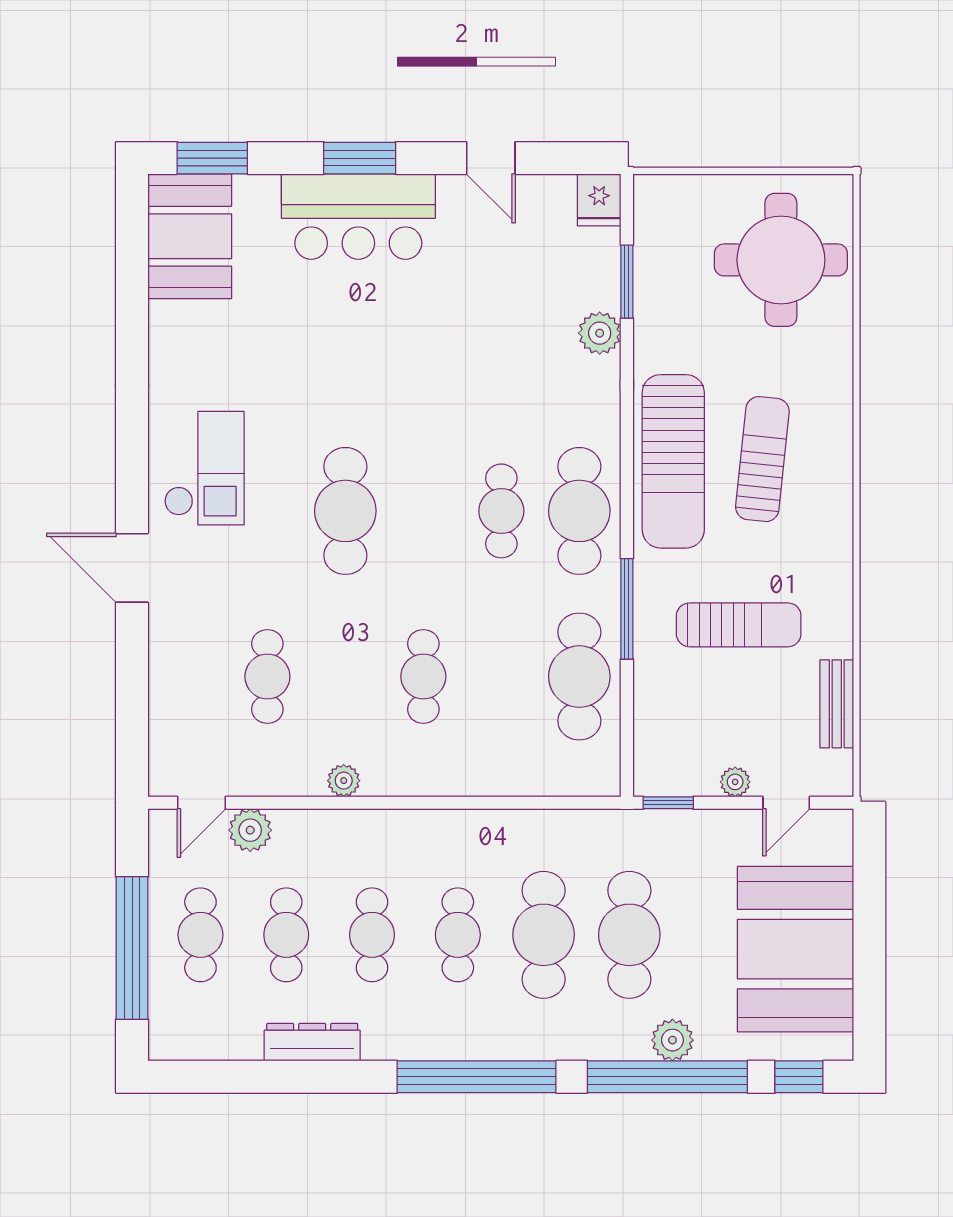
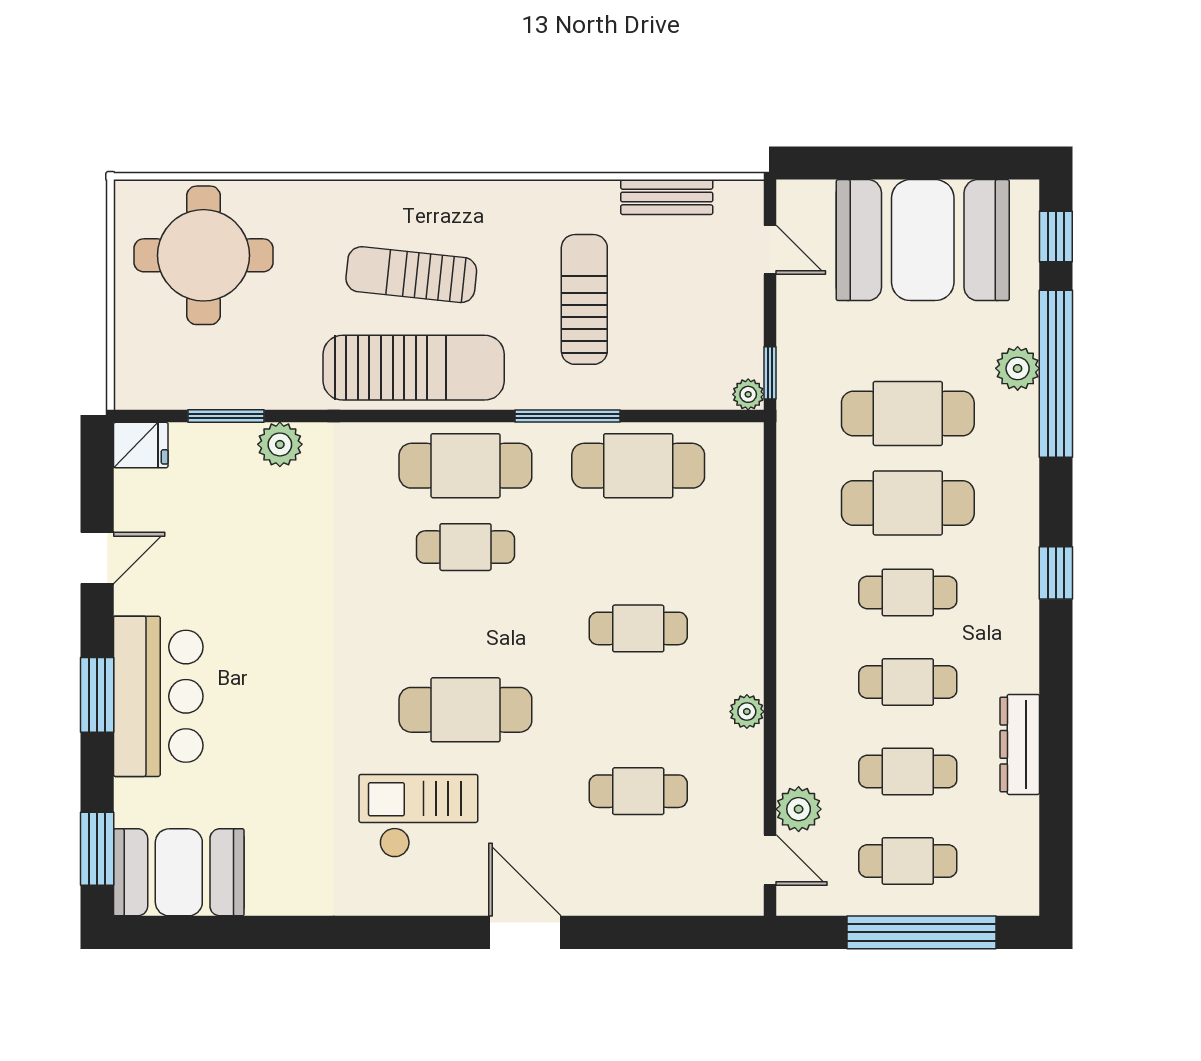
checkout: (204, 468) -> (418, 816), moved
door: (132, 568) -> (525, 932), swing flipped
plant: (735, 782) -> (748, 394), moved
window: (477, 1077) -> (1056, 573), width x0.32

